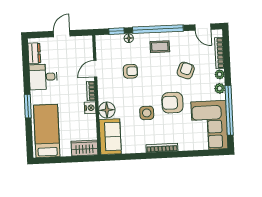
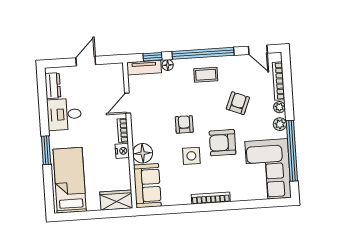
tv unit: (109, 40) -> (144, 68), added
armchair: (130, 71) -> (184, 124), moved, turned -90

